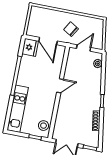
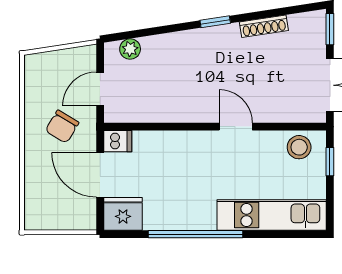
door: (48, 41) -> (100, 175), swing flipped
door: (84, 48) -> (100, 89), hinge flipped
dishwasher: (61, 51) -> (118, 141), added
door: (60, 86) -> (236, 127), moved

